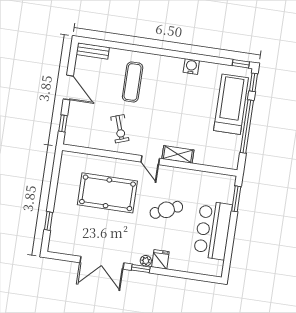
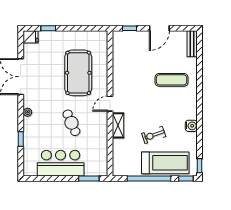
exercise bike: (120, 129) -> (154, 135), moved
fridge: (160, 259) -> (30, 37), moved
window: (141, 268) -> (21, 139), moved

